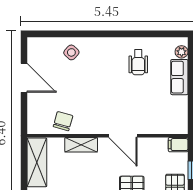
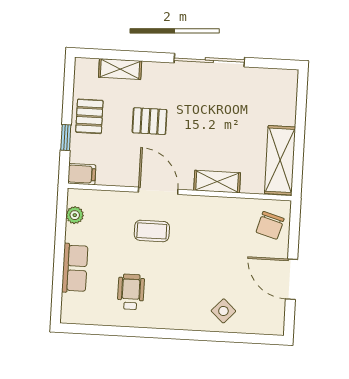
plant: (182, 52) -> (75, 215), moved
coffee table: (126, 107) -> (152, 231), added
chair: (63, 121) -> (270, 225), moved

